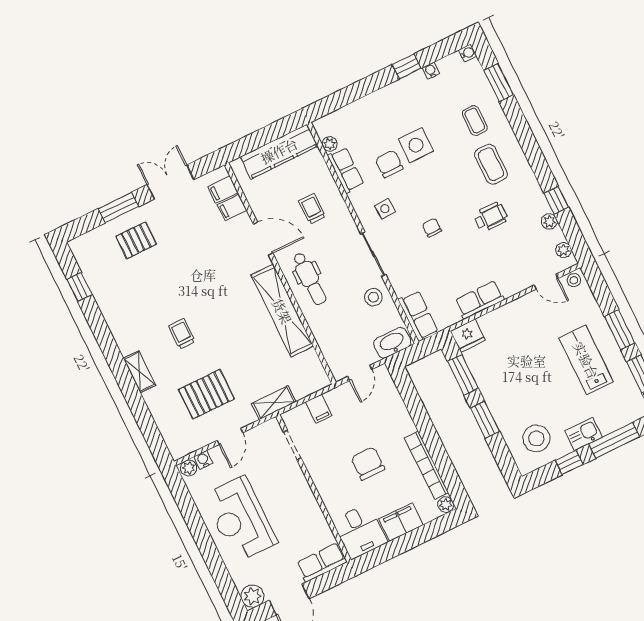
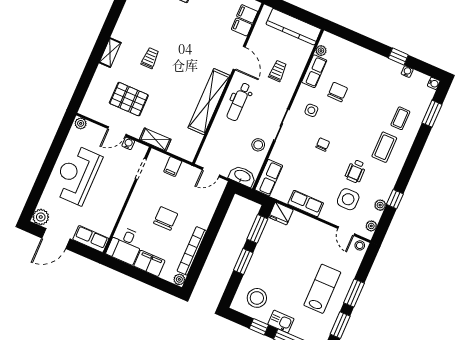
side table: (416, 145) -> (348, 199), moved
wheelchair: (491, 217) -> (356, 171), turned 90
water cooler: (203, 460) -> (128, 143), moved

